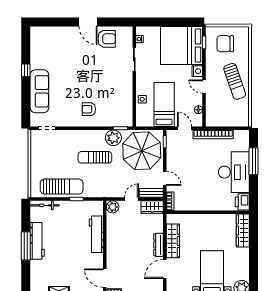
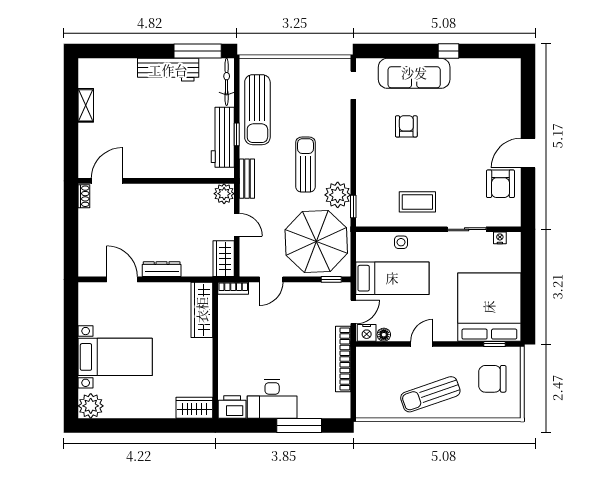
chair: (225, 44) -> (492, 379), turned -90
nightstand: (197, 71) -> (367, 333), moved
coffee table: (118, 89) -> (417, 202), added
armchair: (89, 109) -> (406, 126), moved
desk: (234, 172) -> (272, 399), width x0.73, depth x0.77
bench: (151, 193) -> (247, 179), moved
wardrobe: (243, 230) -> (194, 408), width x0.67
workbench: (96, 234) -> (223, 137), moved, turned -90
wardrobe: (173, 241) -> (202, 310), moved, turned 90
window: (26, 246) -> (198, 51), moved

